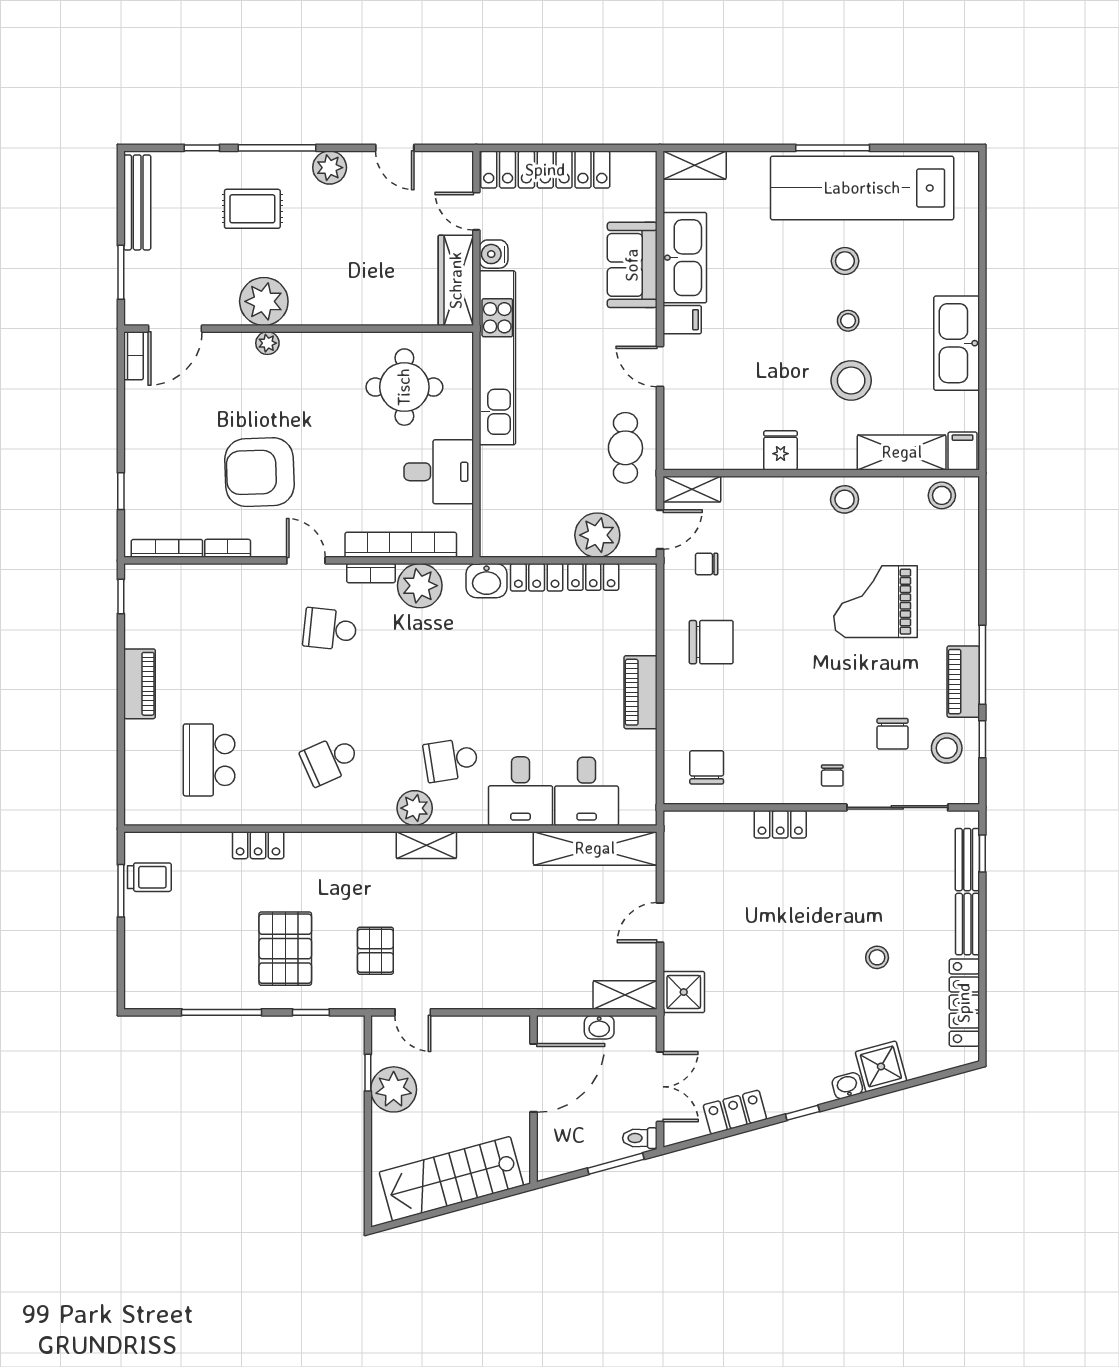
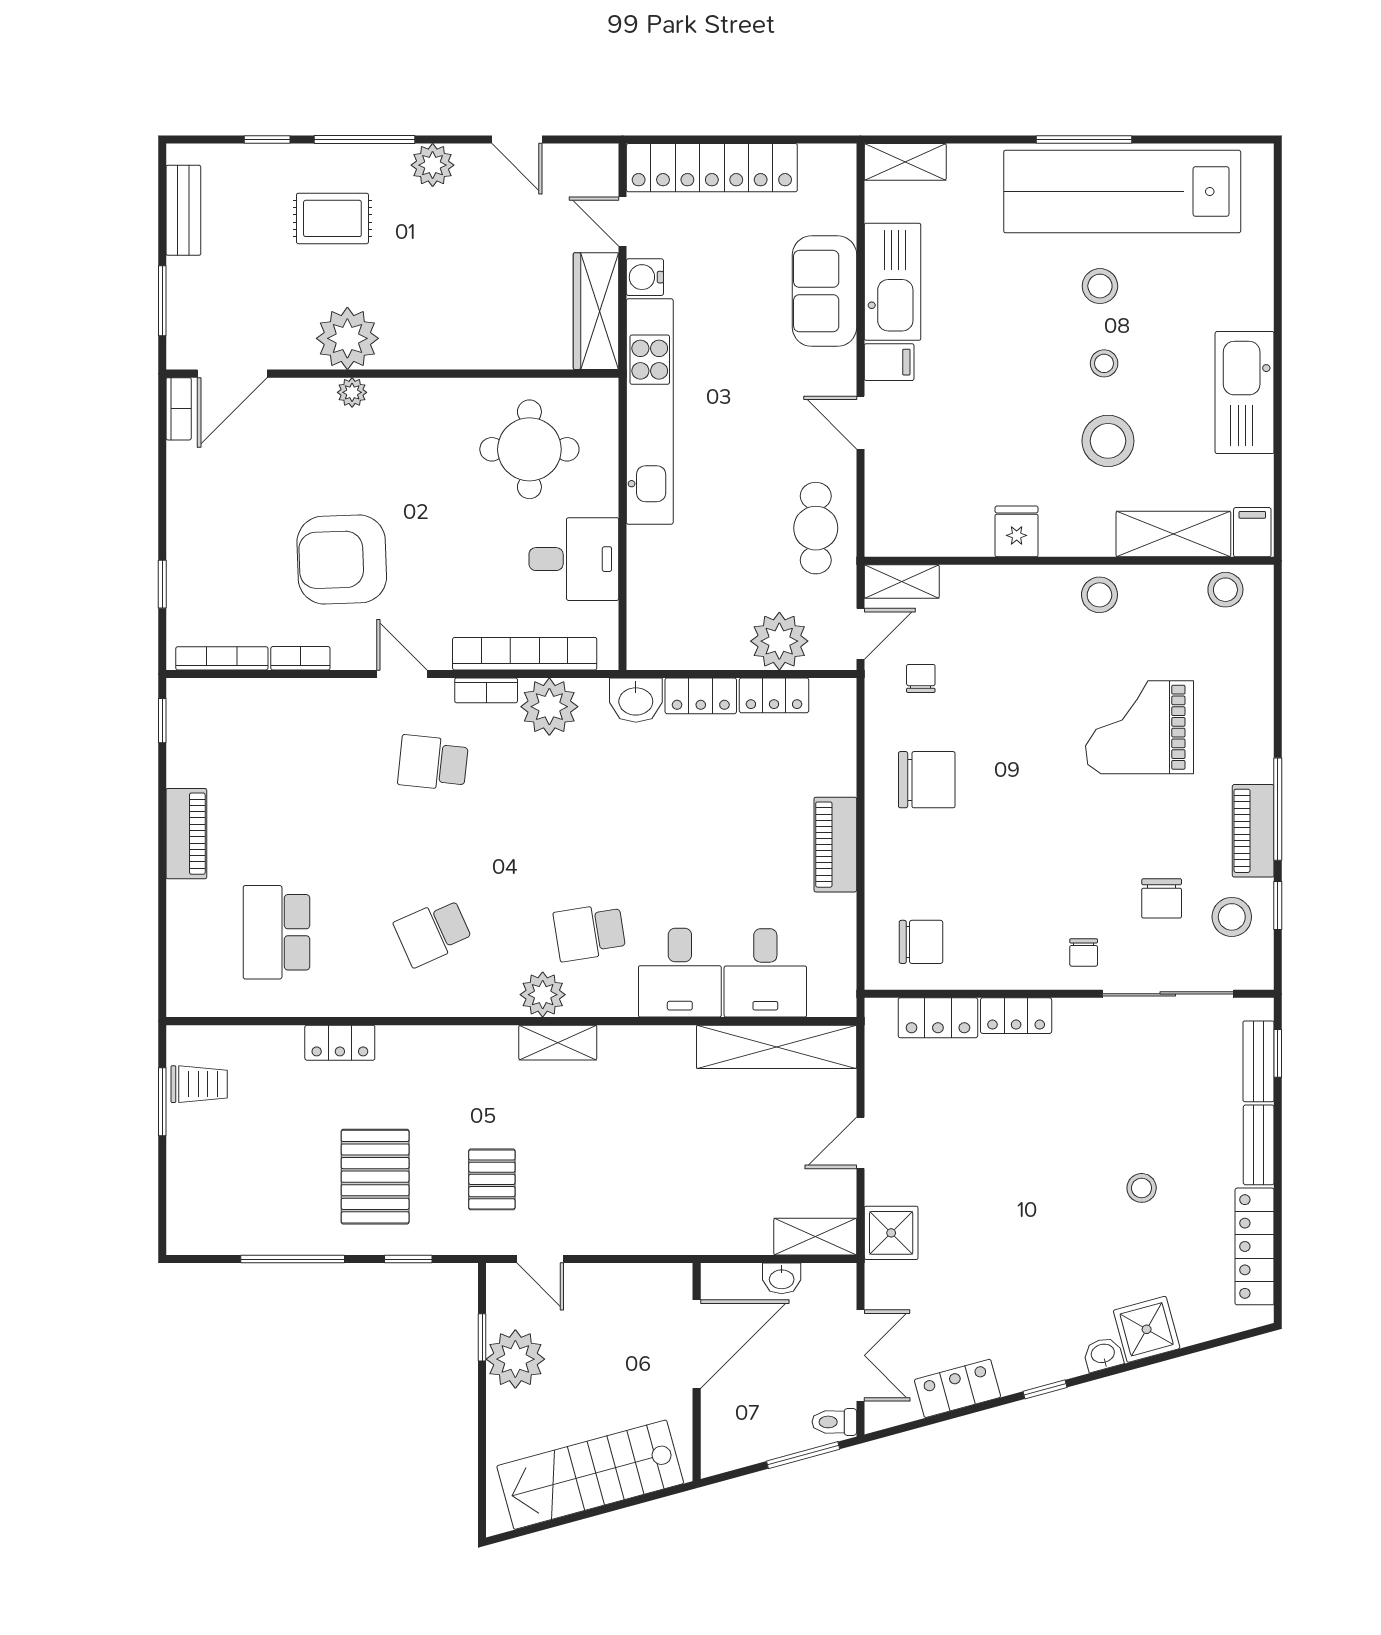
bench: (137, 202) -> (183, 210), width x0.73
chair: (707, 564) -> (921, 678), turned 90
chair: (707, 767) -> (921, 942), turned 90
locker: (720, 826) -> (938, 1018), added

